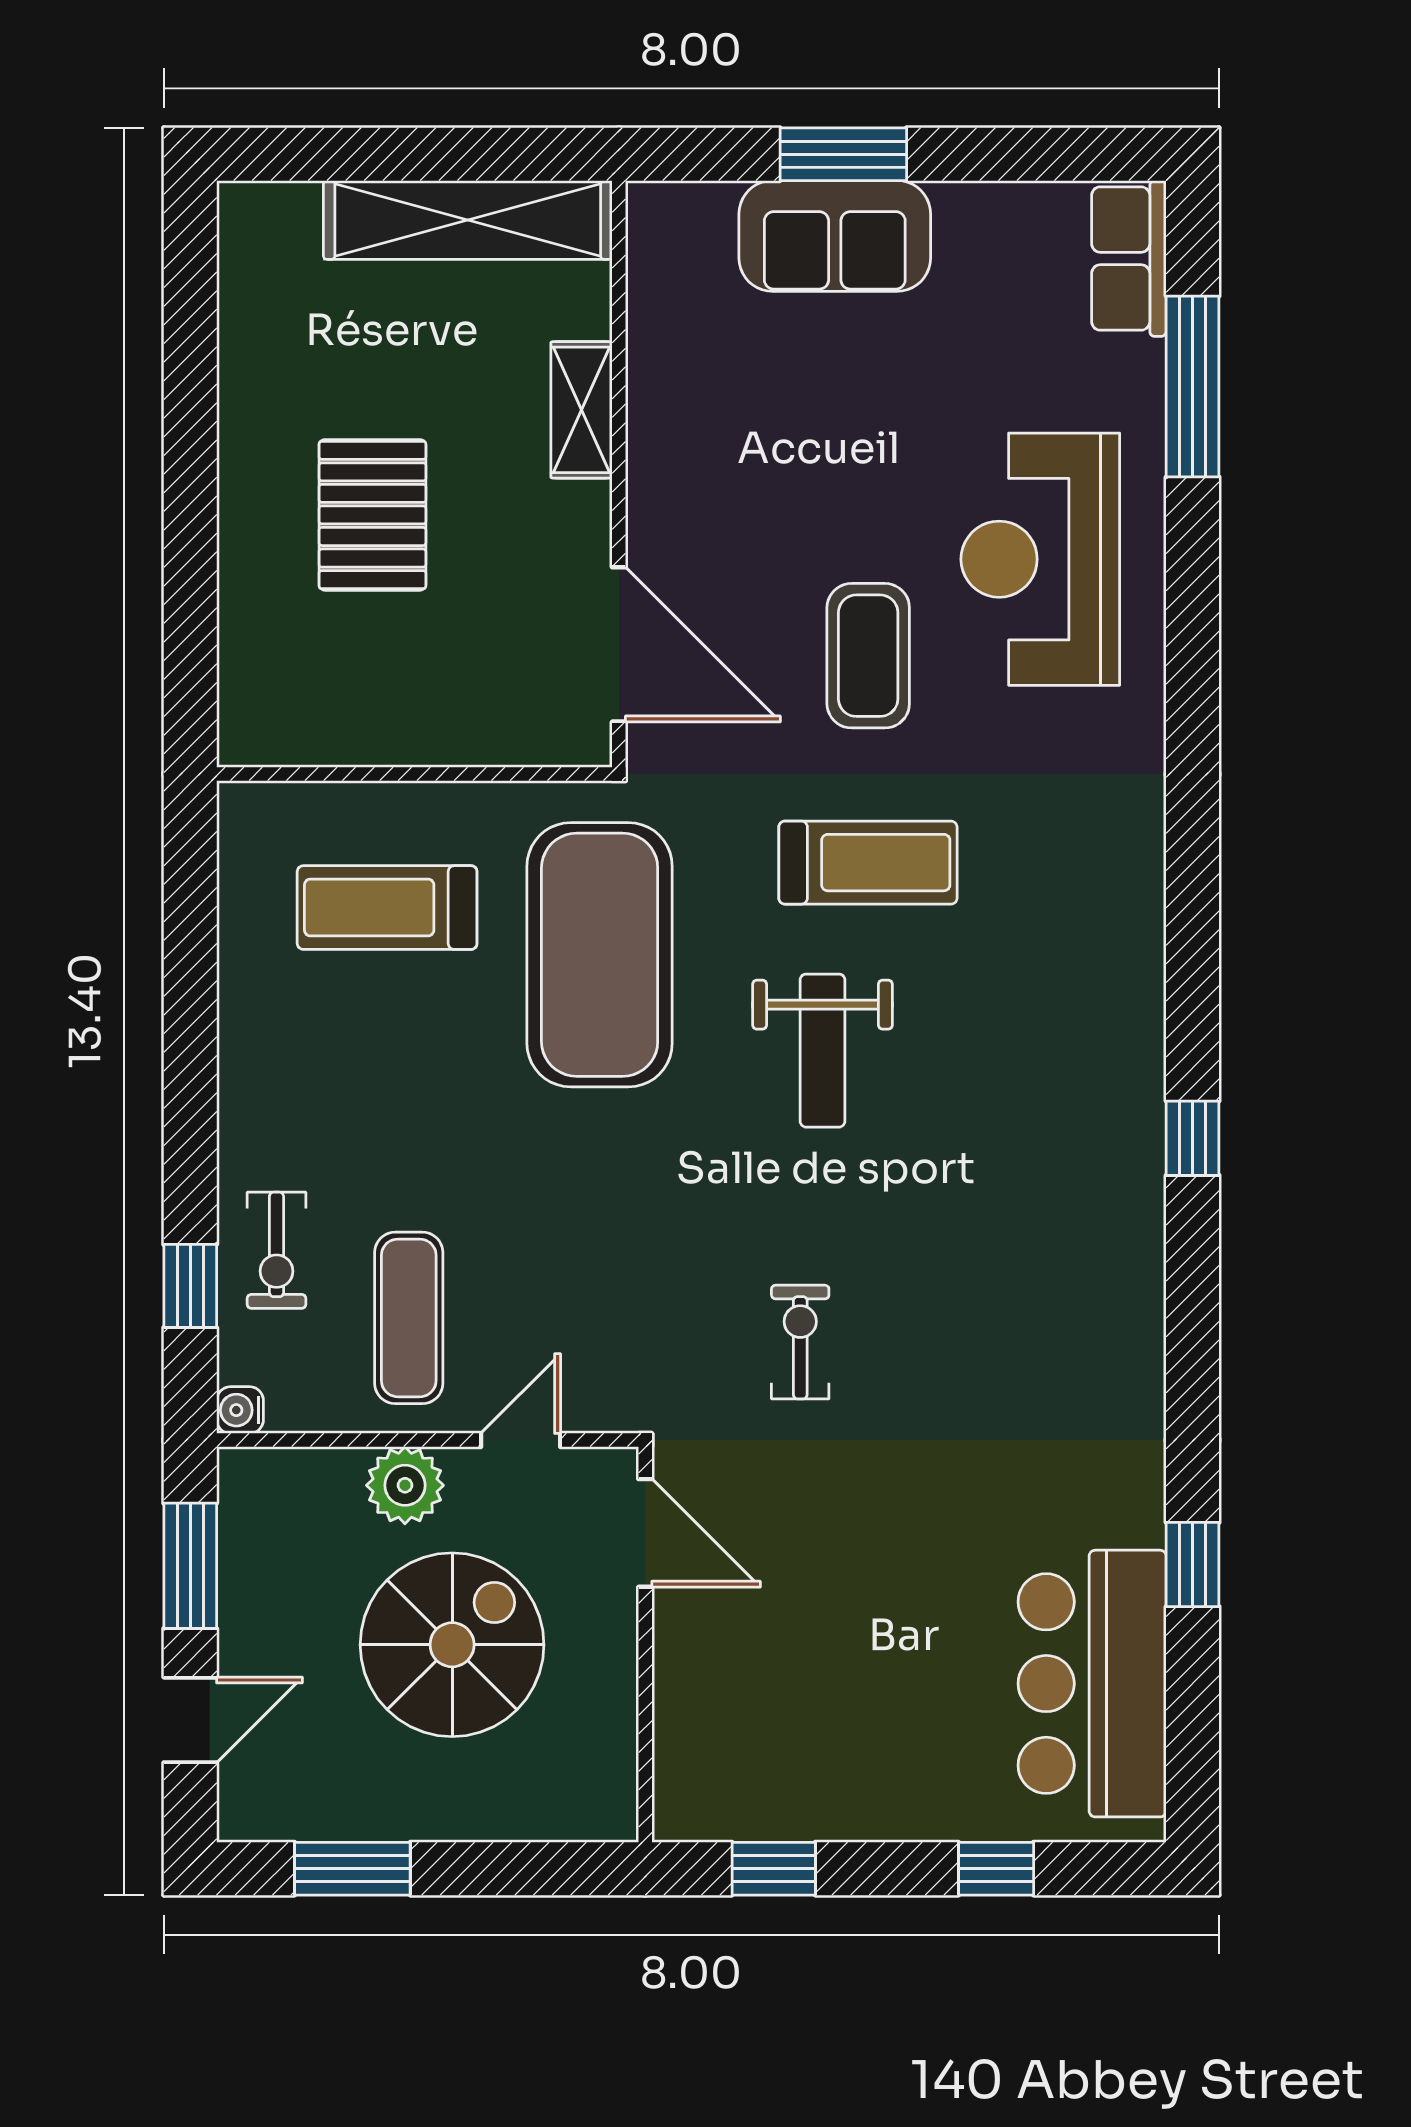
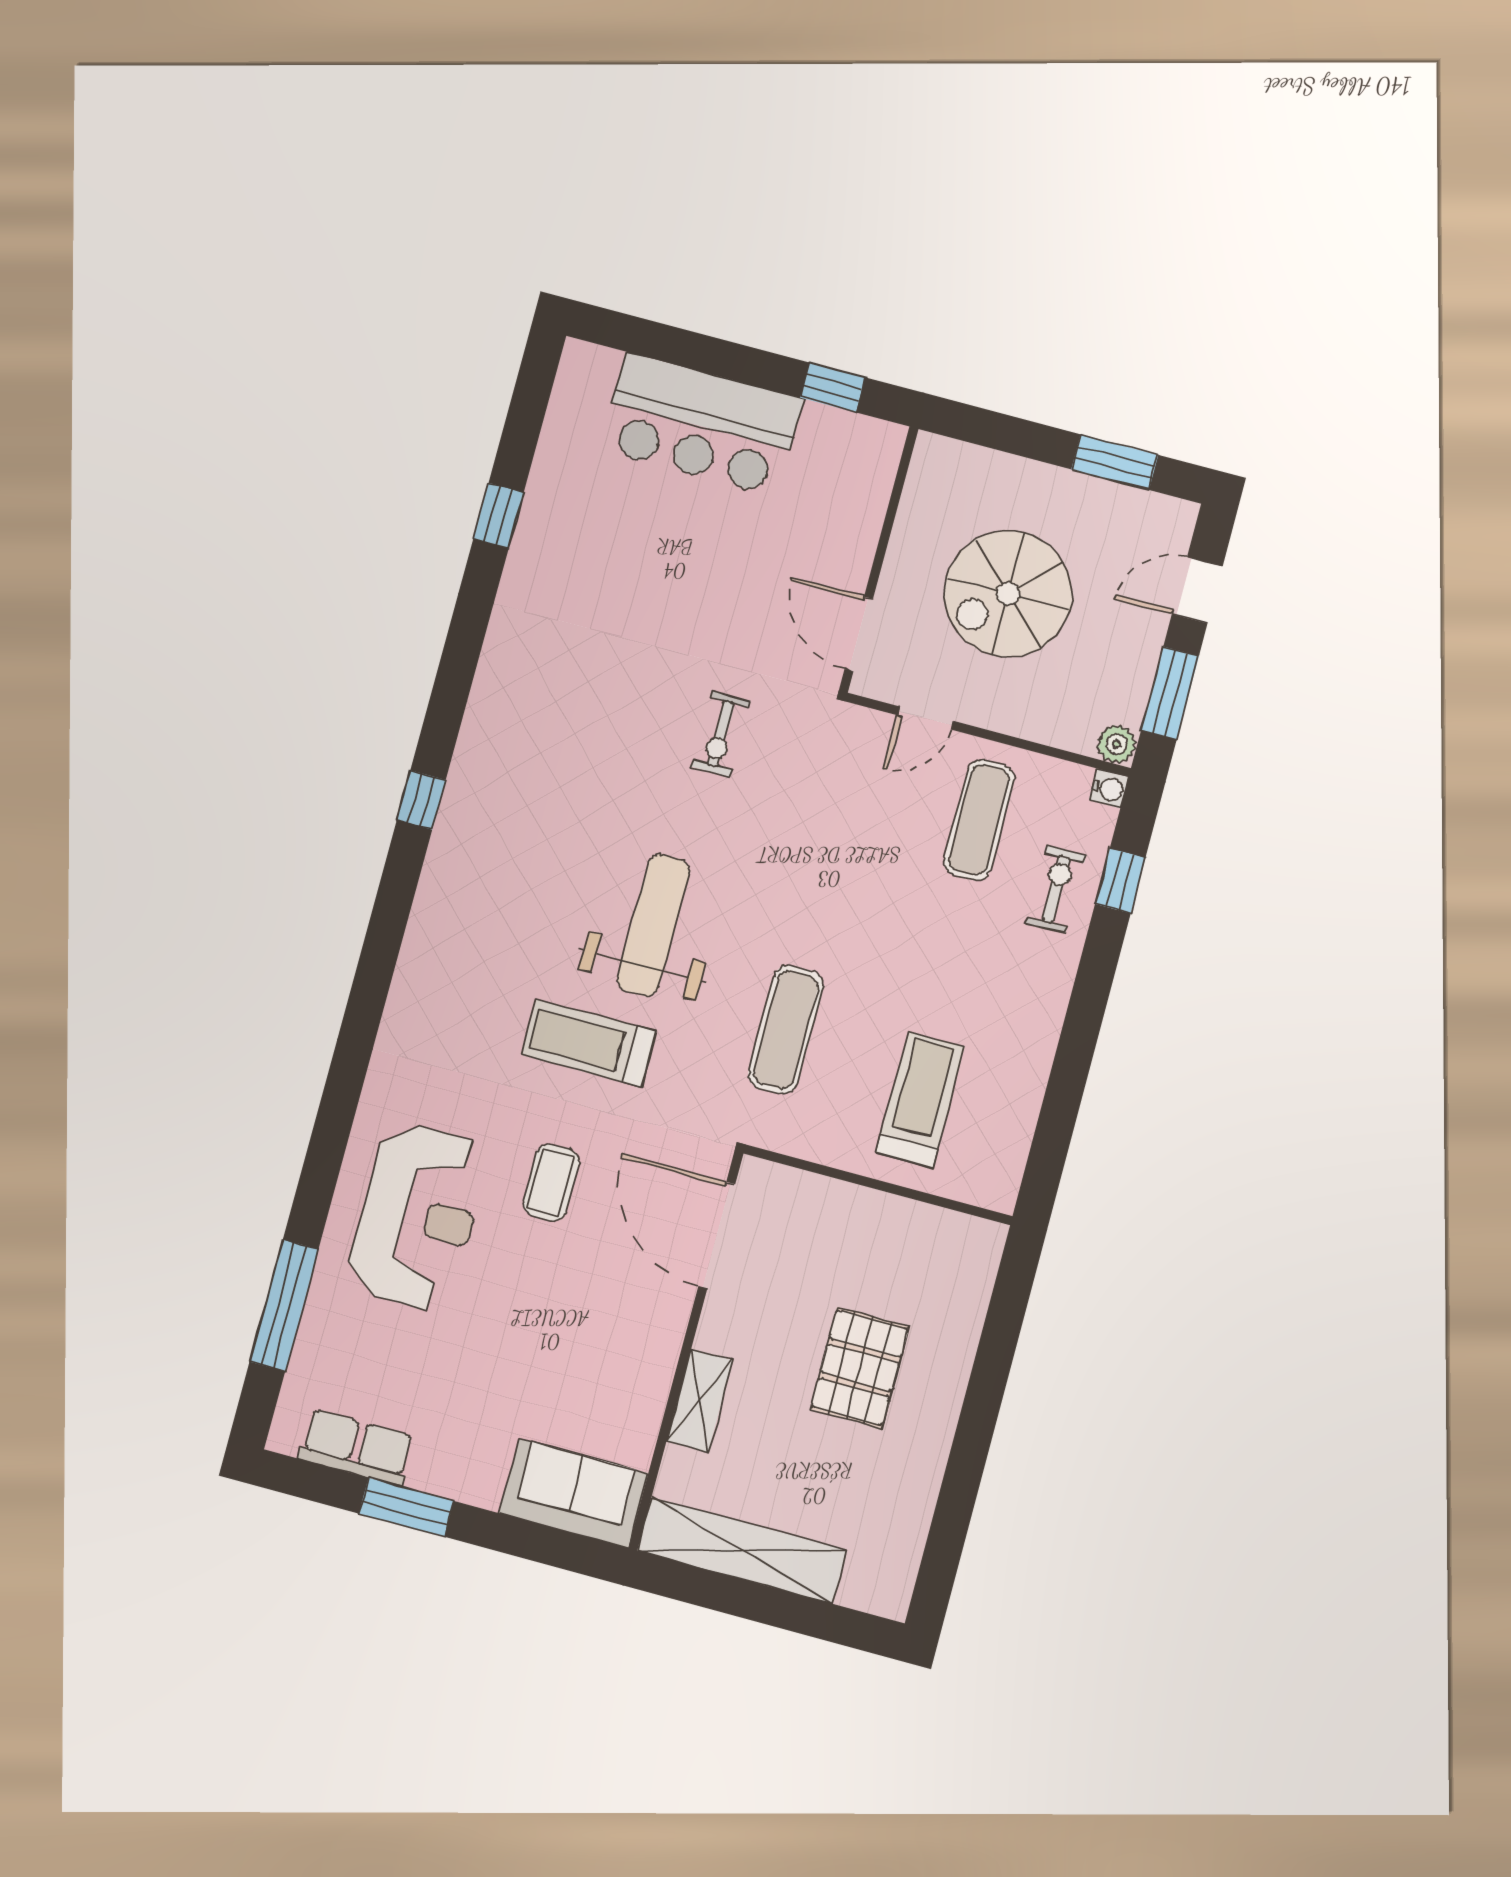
window: (843, 154) -> (406, 1507), moved
sofa: (835, 236) -> (574, 1493), moved
row of seats: (1129, 259) -> (357, 1447), moved, turned -90
coffee table: (868, 656) -> (551, 1182), width x0.73, depth x0.77
treadmill: (387, 908) -> (920, 1100), turned -90
exercise mat: (600, 955) -> (786, 1030), width x0.50, depth x0.69
weight bench: (822, 1051) -> (653, 925), width x1.36, depth x1.33
plant: (405, 1485) -> (1116, 744), moved, width x0.73, depth x0.73
bar counter: (1092, 1684) -> (702, 424), moved, turned 90
window: (996, 1869) -> (684, 348), removed

